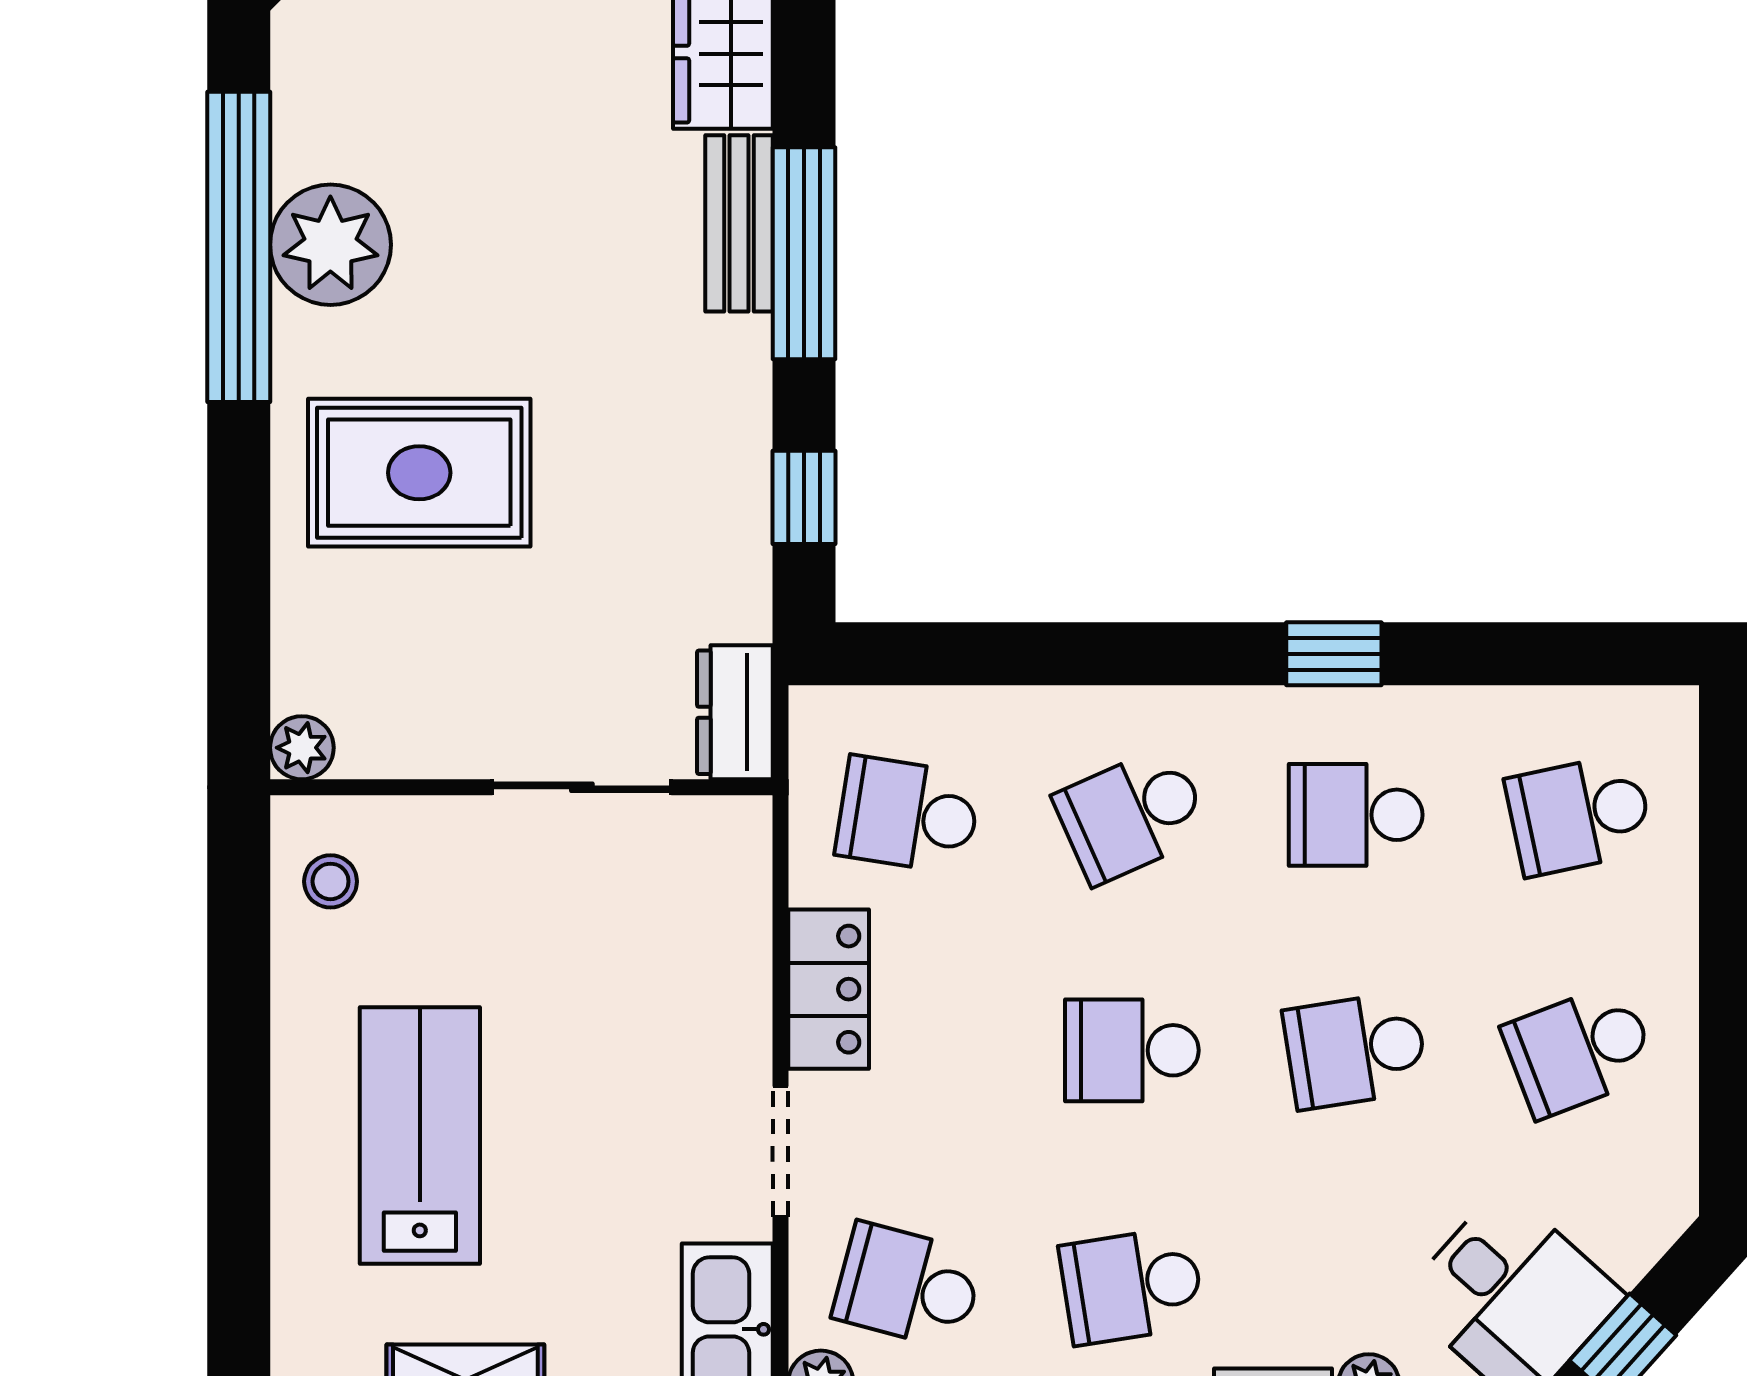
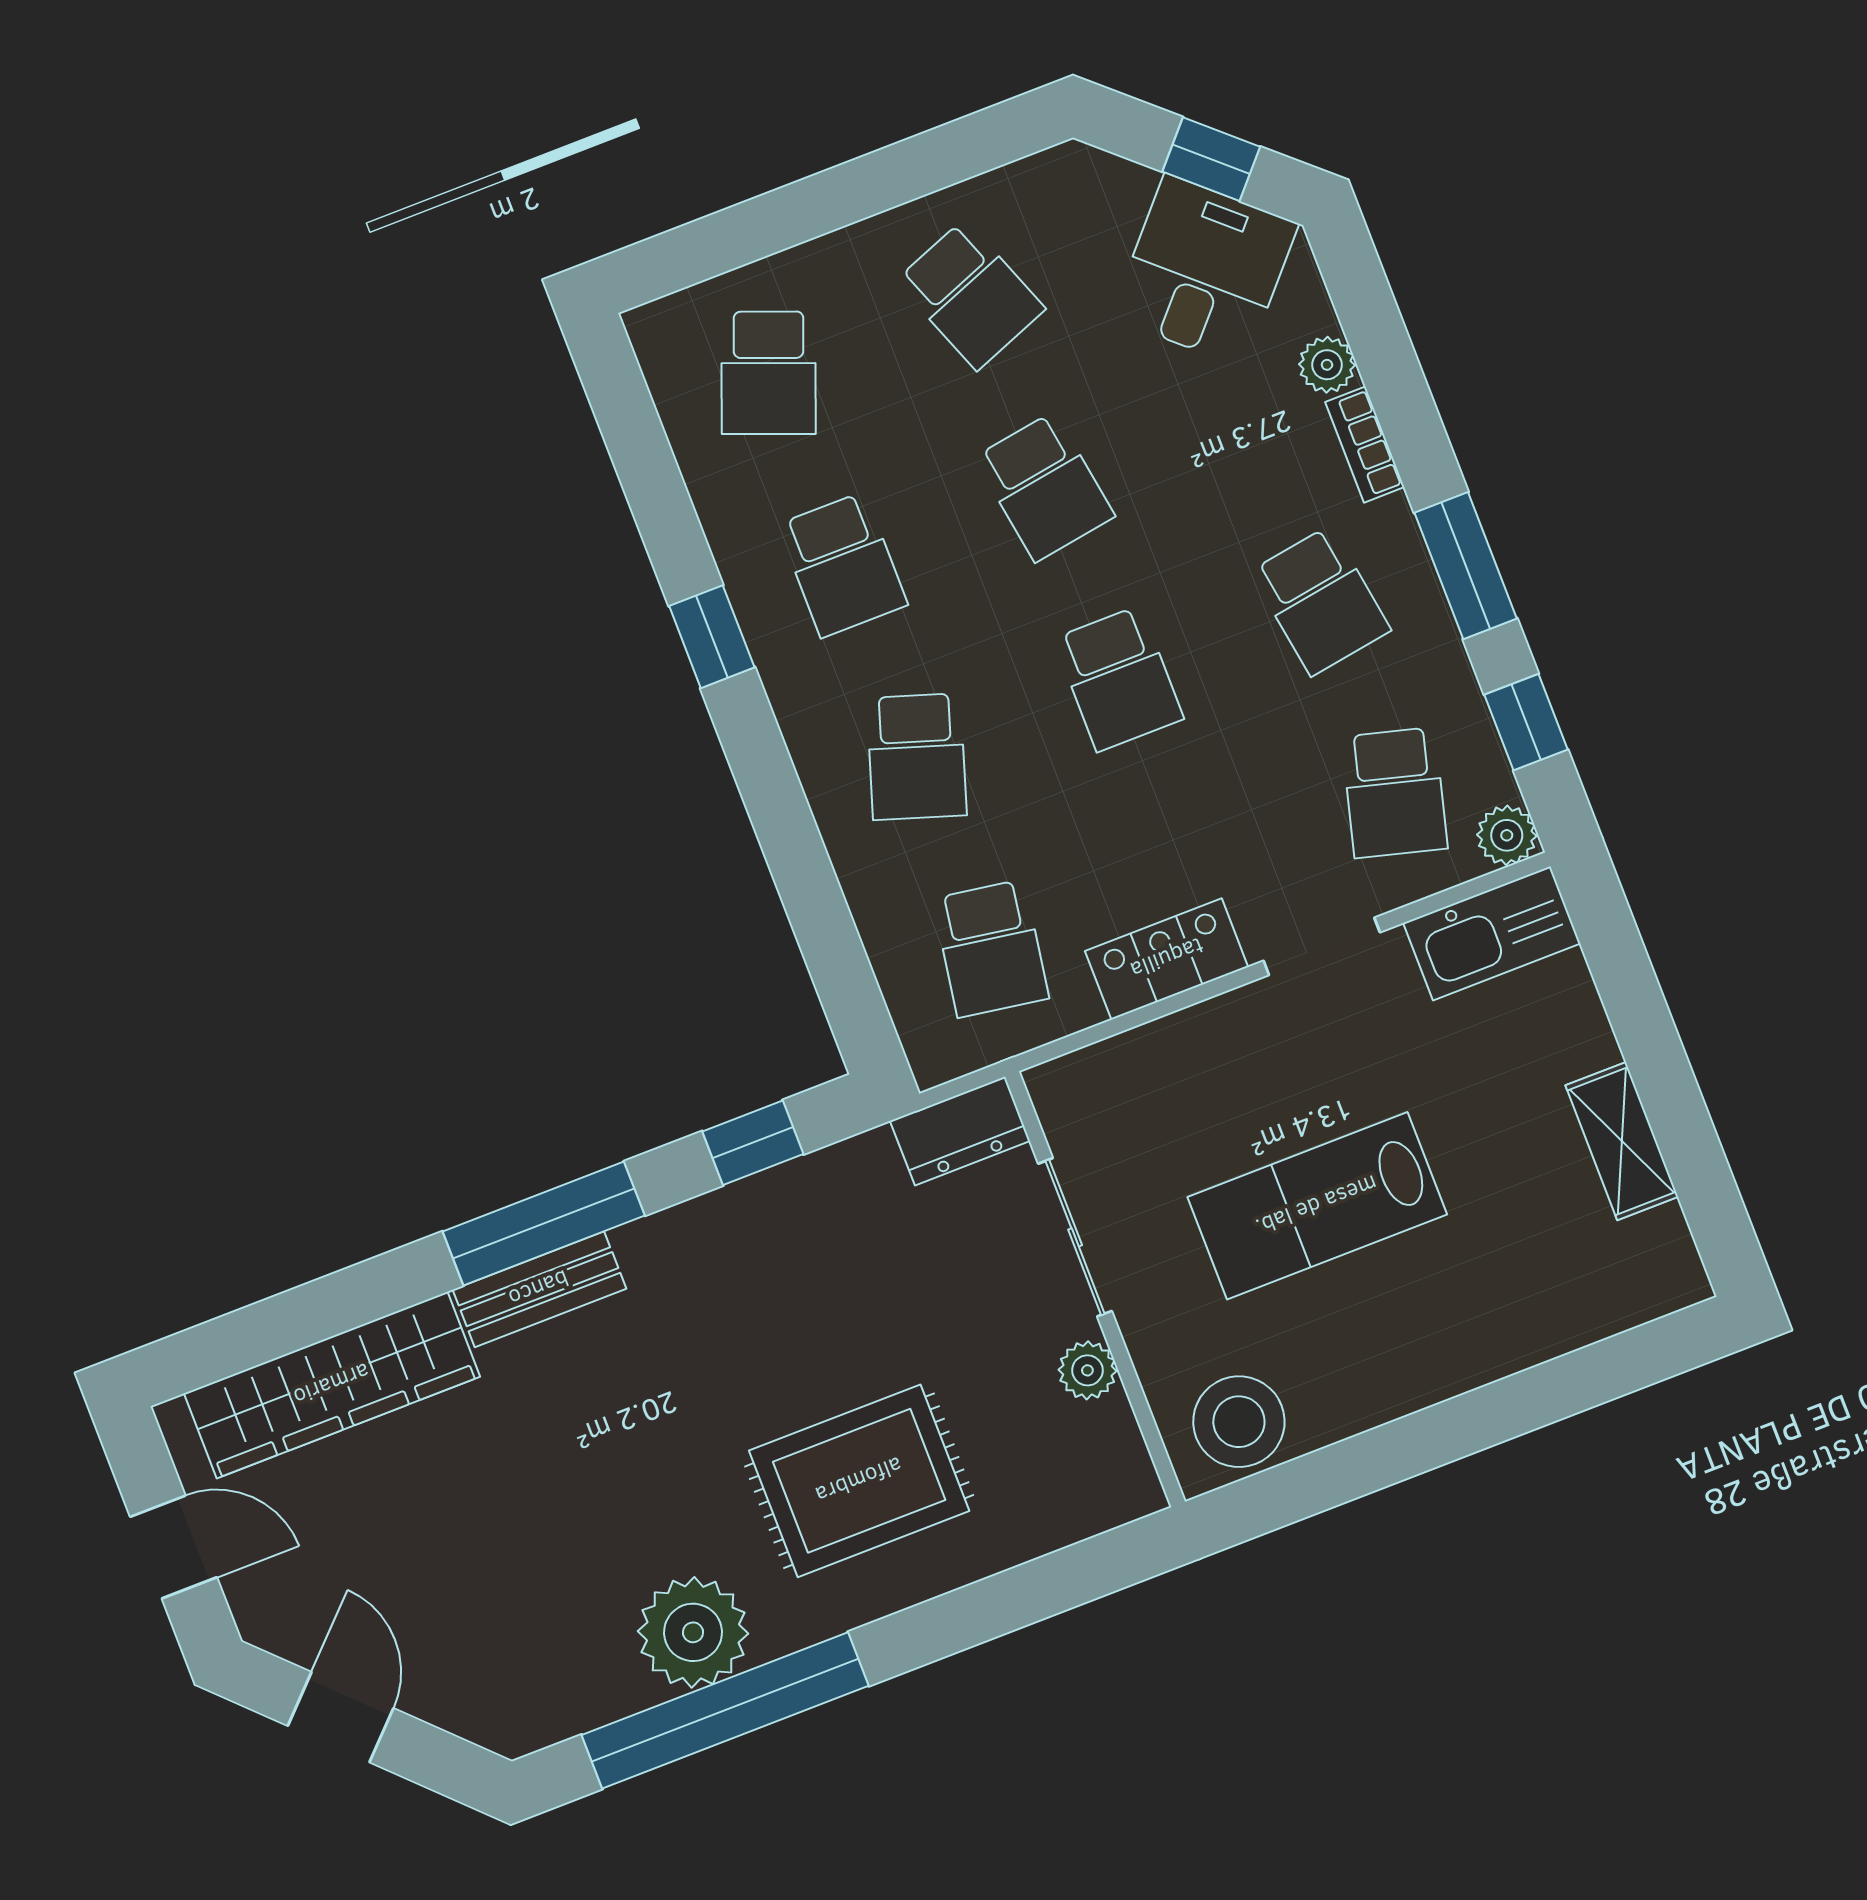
rug: (419, 473) -> (859, 1481), turned 90
plant: (302, 748) -> (1087, 1370), moved
school desk: (1132, 815) -> (917, 757), turned 42
school desk: (1579, 815) -> (769, 373), turned 33
stool: (331, 881) -> (1239, 1422), width x1.89, depth x1.89
lab bench: (420, 1135) -> (1317, 1206), moved

